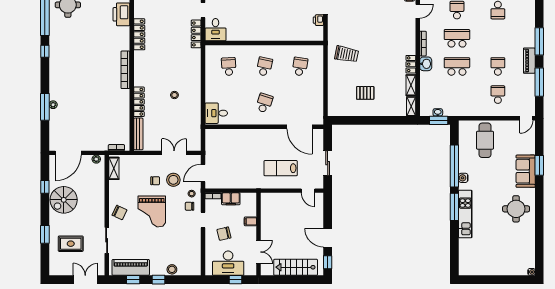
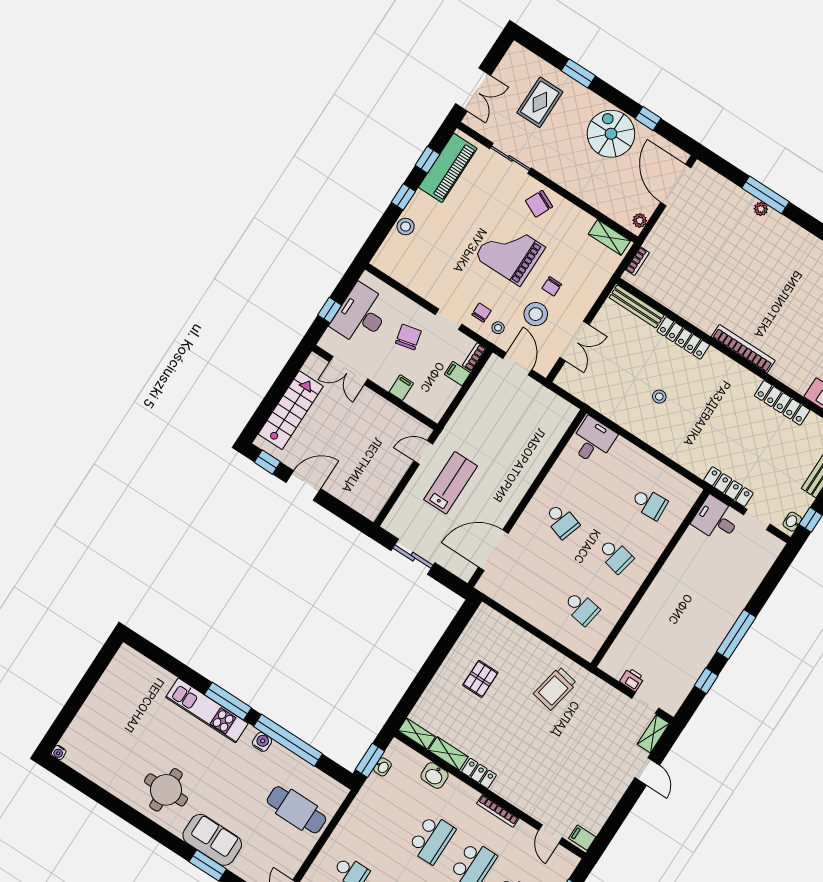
washbasin: (426, 64) -> (435, 775), moved
door: (308, 191) -> (423, 453), moved
filing cabinet: (231, 199) -> (457, 374), width x0.50

